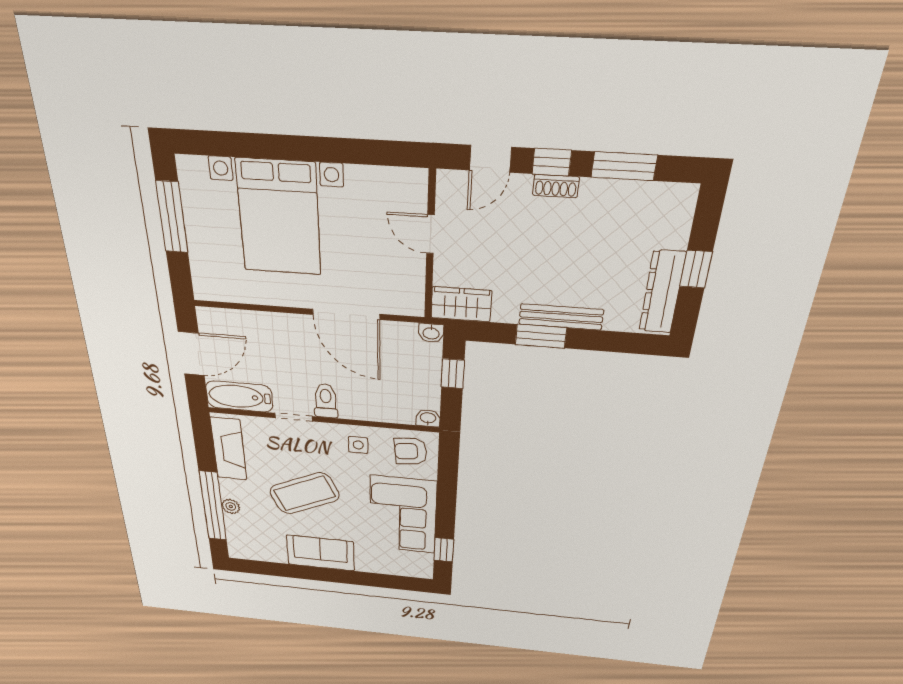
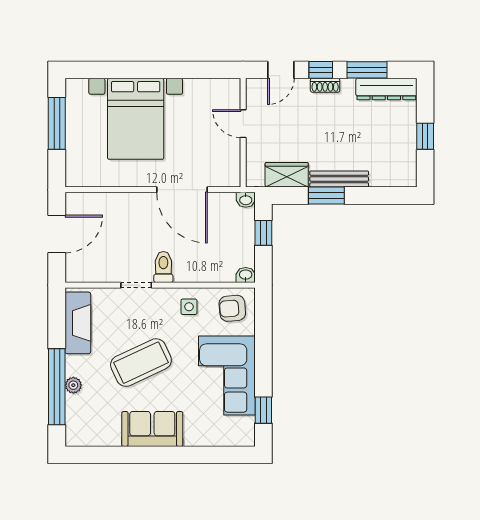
dresser: (662, 292) -> (386, 89), moved, turned -90
wardrobe: (461, 304) -> (287, 175), moved
bathtub: (239, 396) -> (92, 270), removed

